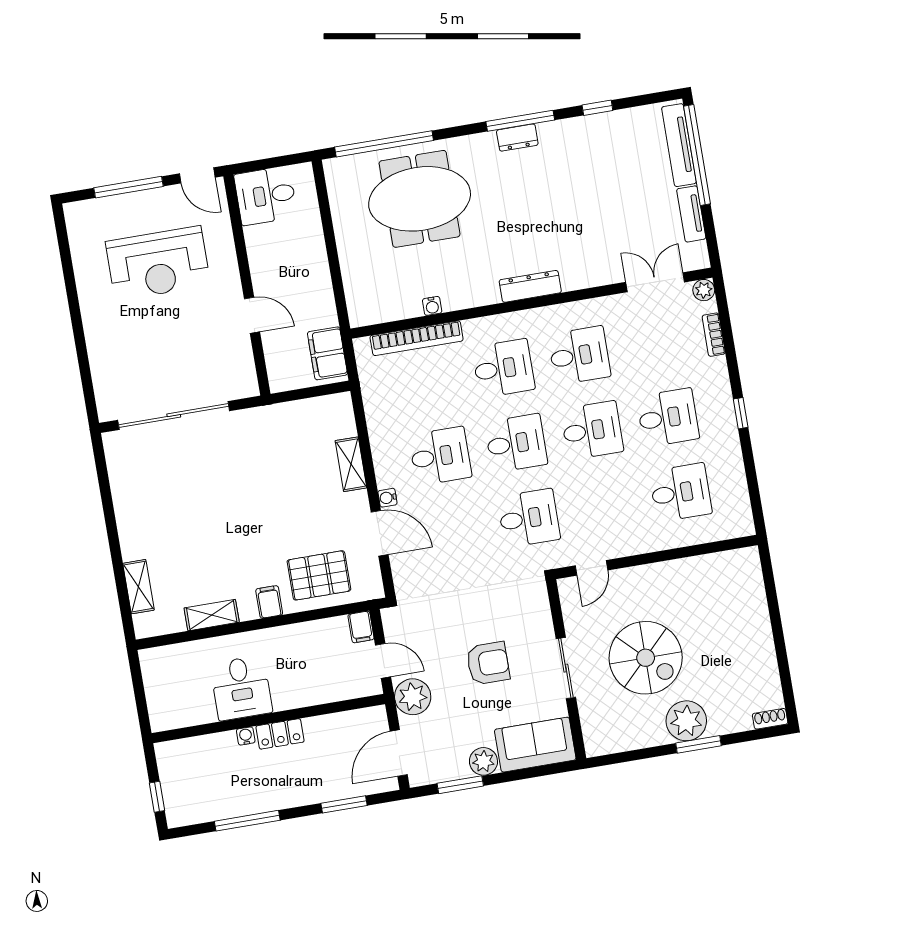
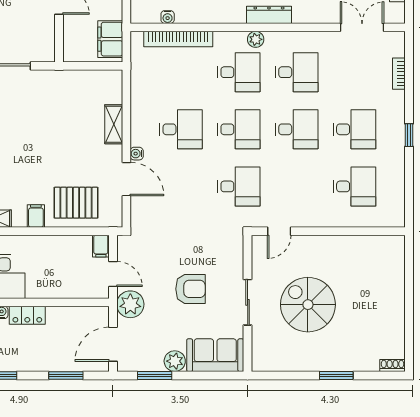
plant: (704, 290) -> (256, 39), moved
water cooler: (432, 306) -> (168, 17), moved
spiral stairs: (646, 658) -> (308, 305), turned 180
plant: (686, 721) -> (330, 356), removed

